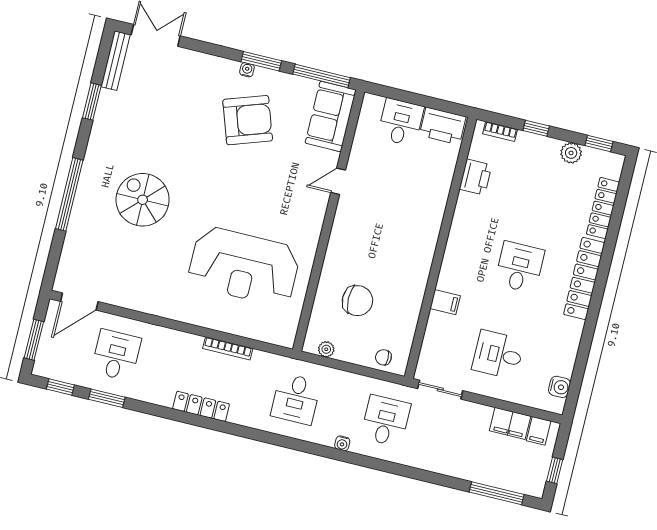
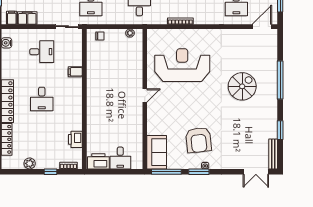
armchair: (248, 120) -> (199, 140), turned -77
window: (599, 144) -> (17, 172), removed
door: (338, 181) -> (145, 96), moved
spiral stairs: (143, 200) -> (242, 86), turned -90
chair: (357, 301) -> (120, 62), removed

